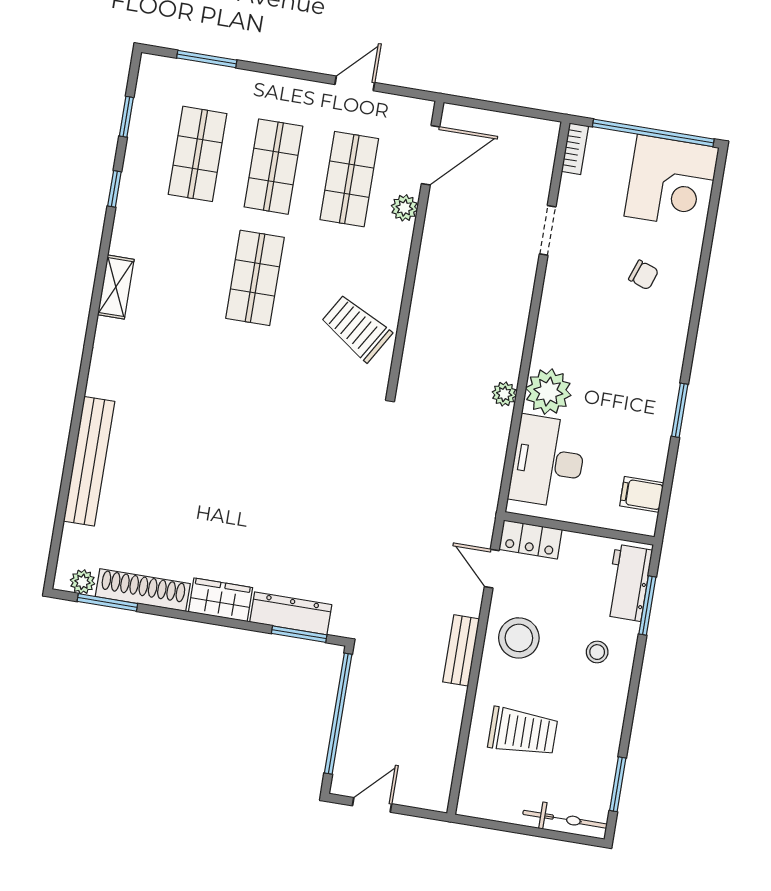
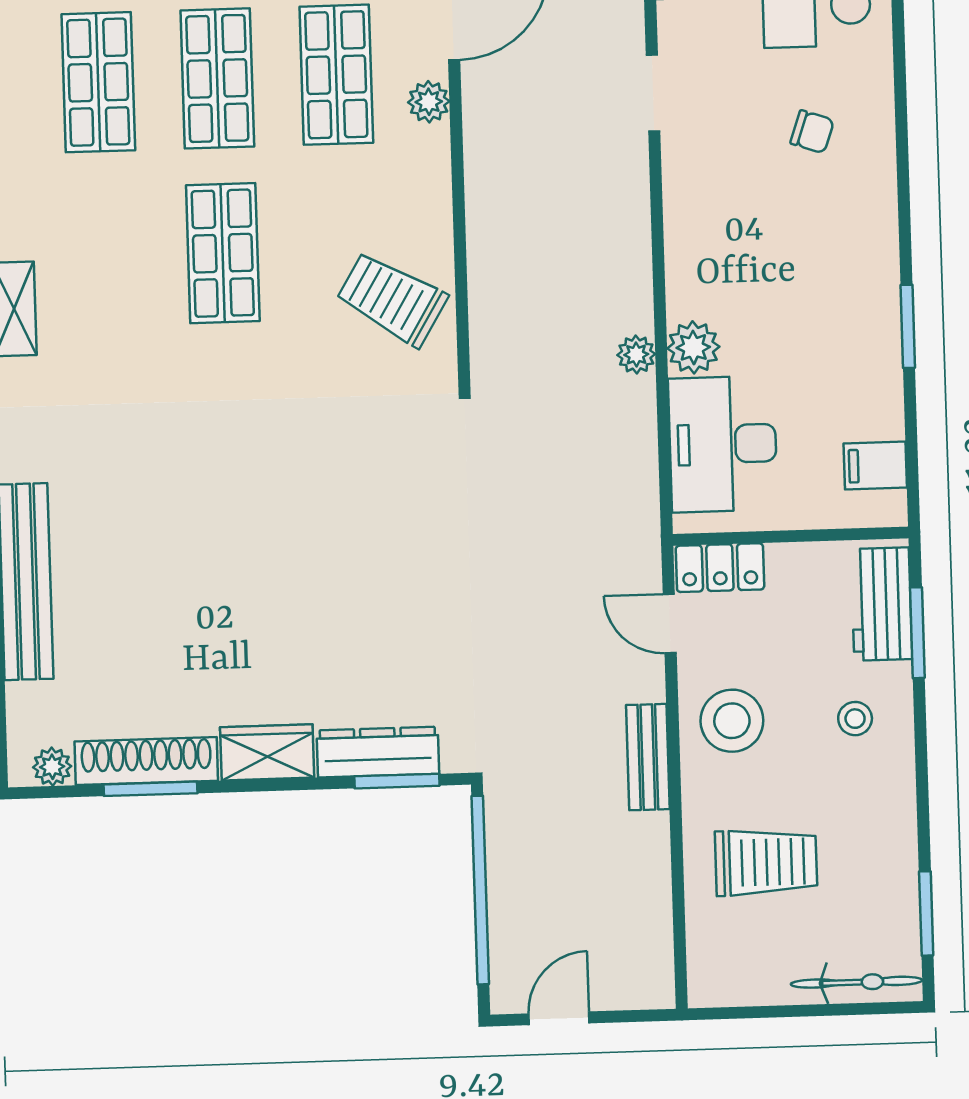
plant: (548, 392) -> (693, 347), width x0.73, depth x0.73
window: (107, 602) -> (150, 789), moved

